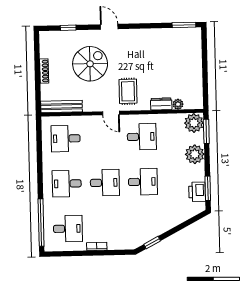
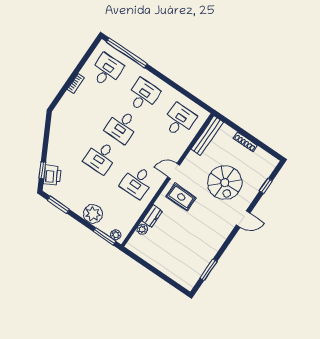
window: (184, 25) -> (209, 270), moved
plant: (194, 123) -> (116, 235), width x0.53, depth x0.53
printer: (197, 192) -> (52, 175), moved, turned 62
desk: (68, 229) -> (107, 71), turned 180
window: (152, 243) -> (42, 170), moved

